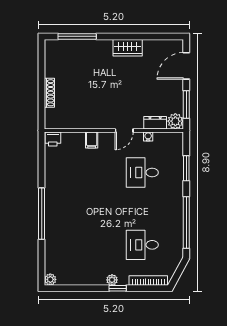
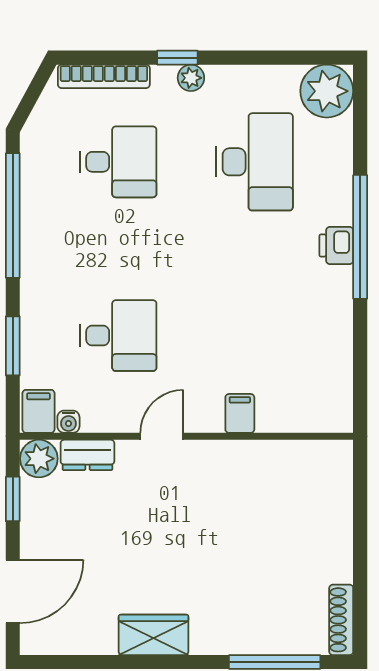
shoe rack: (49, 93) -> (341, 620), moved
window: (186, 104) -> (13, 499), width x0.67
water cooler: (148, 137) -> (68, 422), moved
printer: (53, 139) -> (336, 245), moved, turned -90
filing cabinet: (176, 141) -> (38, 411), added
desk: (85, 245) -> (255, 162), added
plant: (50, 279) -> (327, 91), width x1.87, depth x1.87

